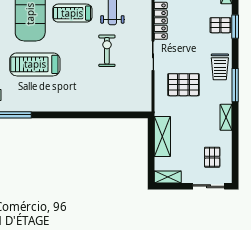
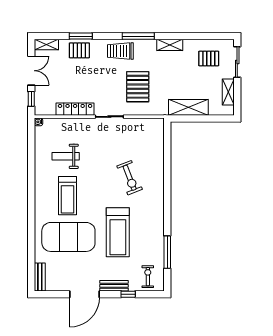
pallet: (220, 25) -> (79, 50), turned 90
exercise bike: (107, 51) -> (130, 178), moved, turned -111
trolley: (220, 67) -> (120, 51), turned 180
shelving: (168, 177) -> (228, 92), moved

